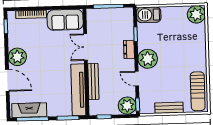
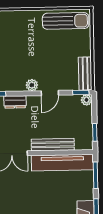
plant: (148, 59) -> (32, 85), width x0.53, depth x0.53
plant: (127, 106) -> (86, 100), width x0.53, depth x0.53
bench: (169, 108) -> (85, 74), moved

